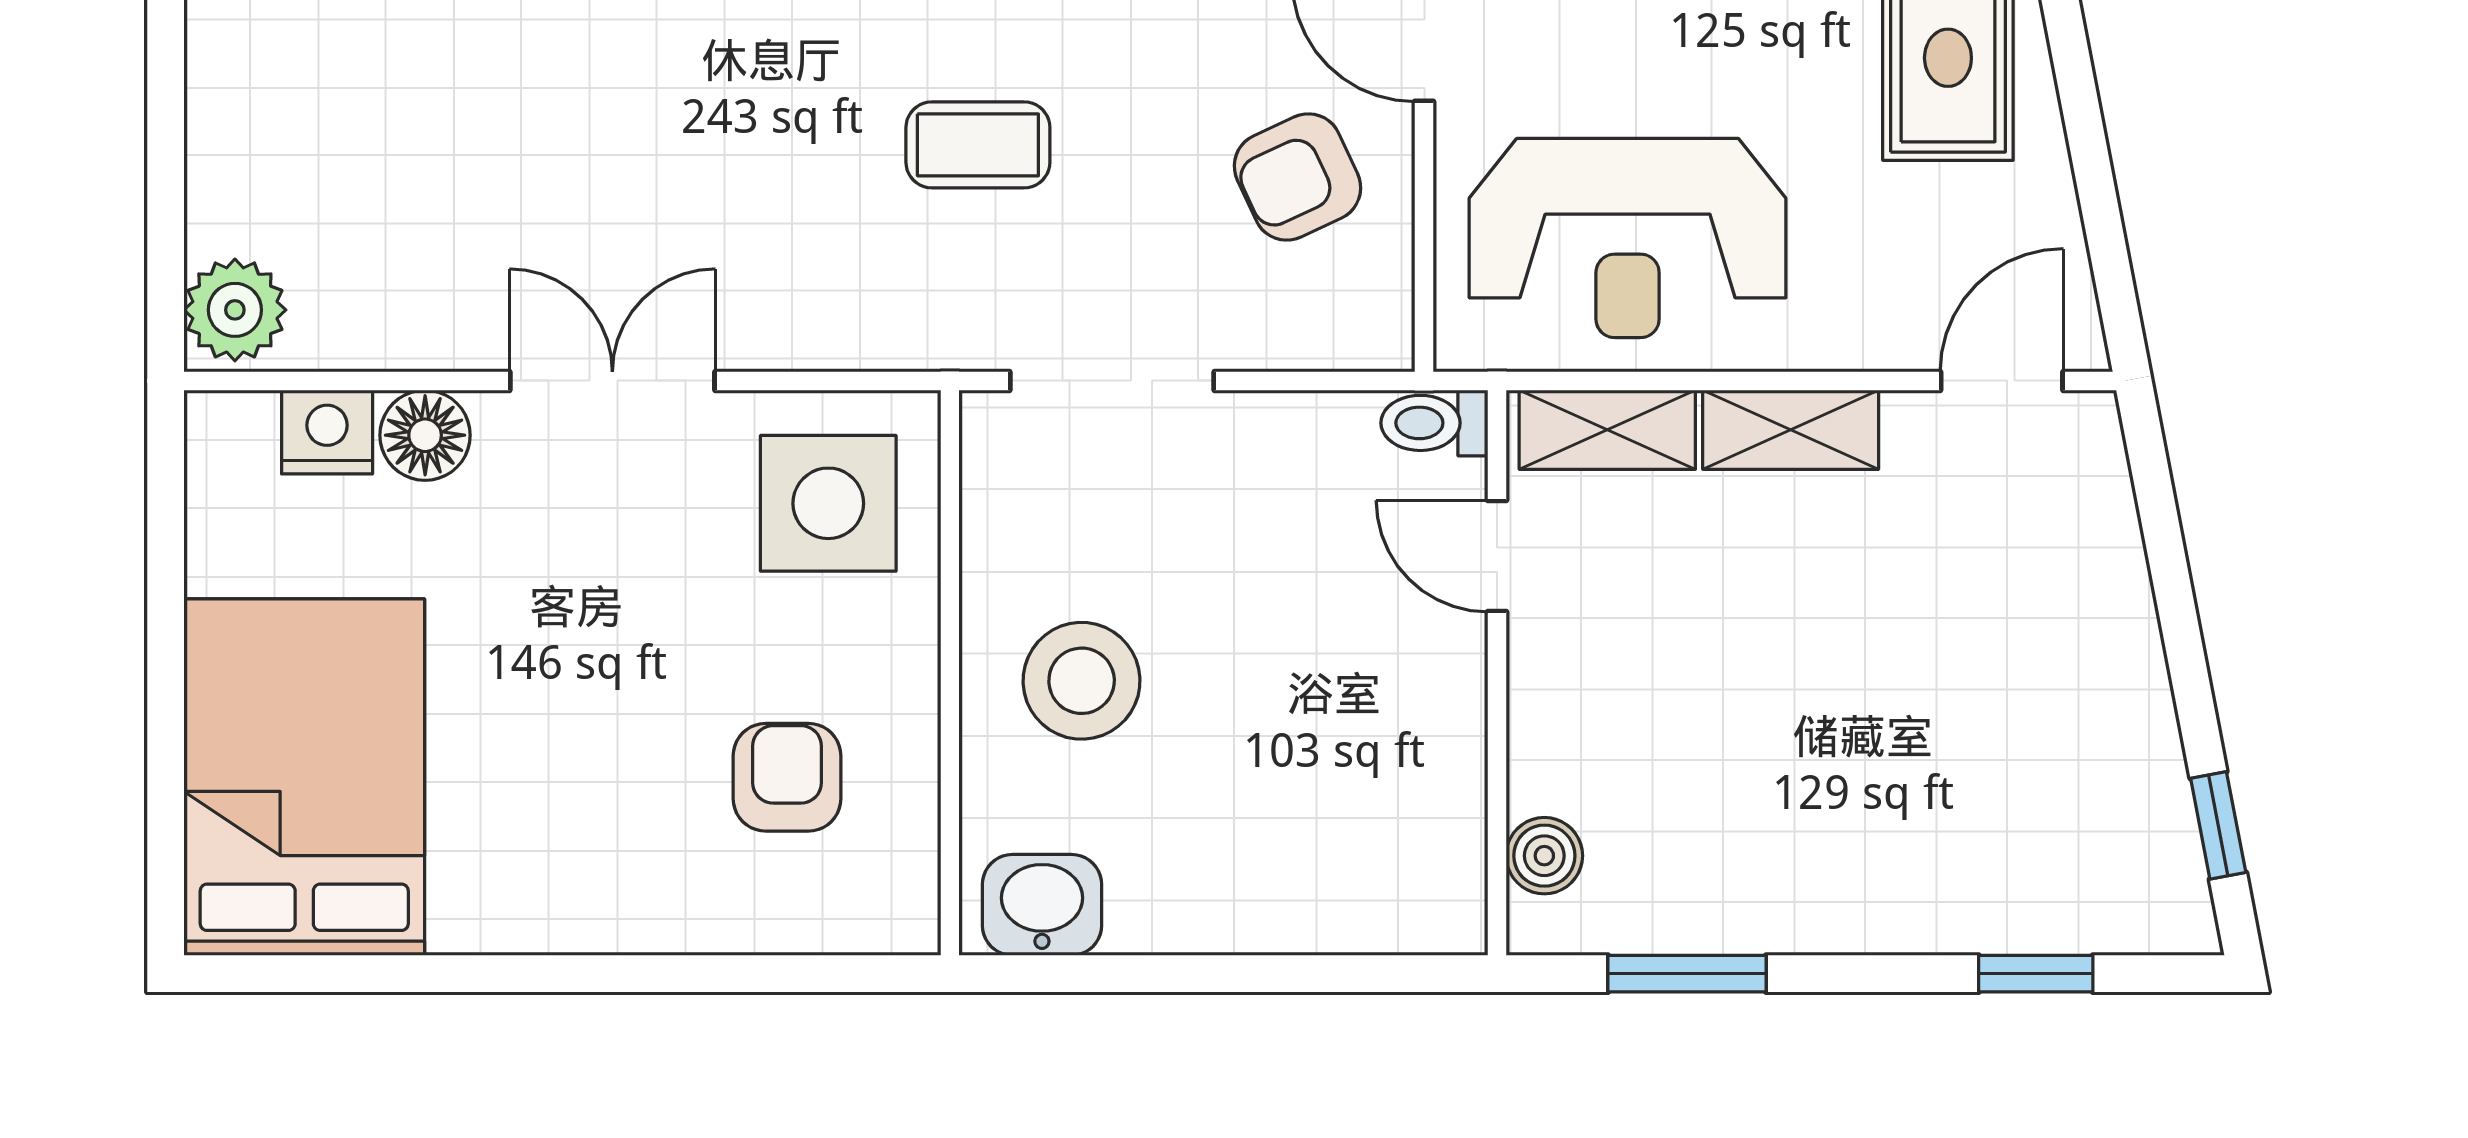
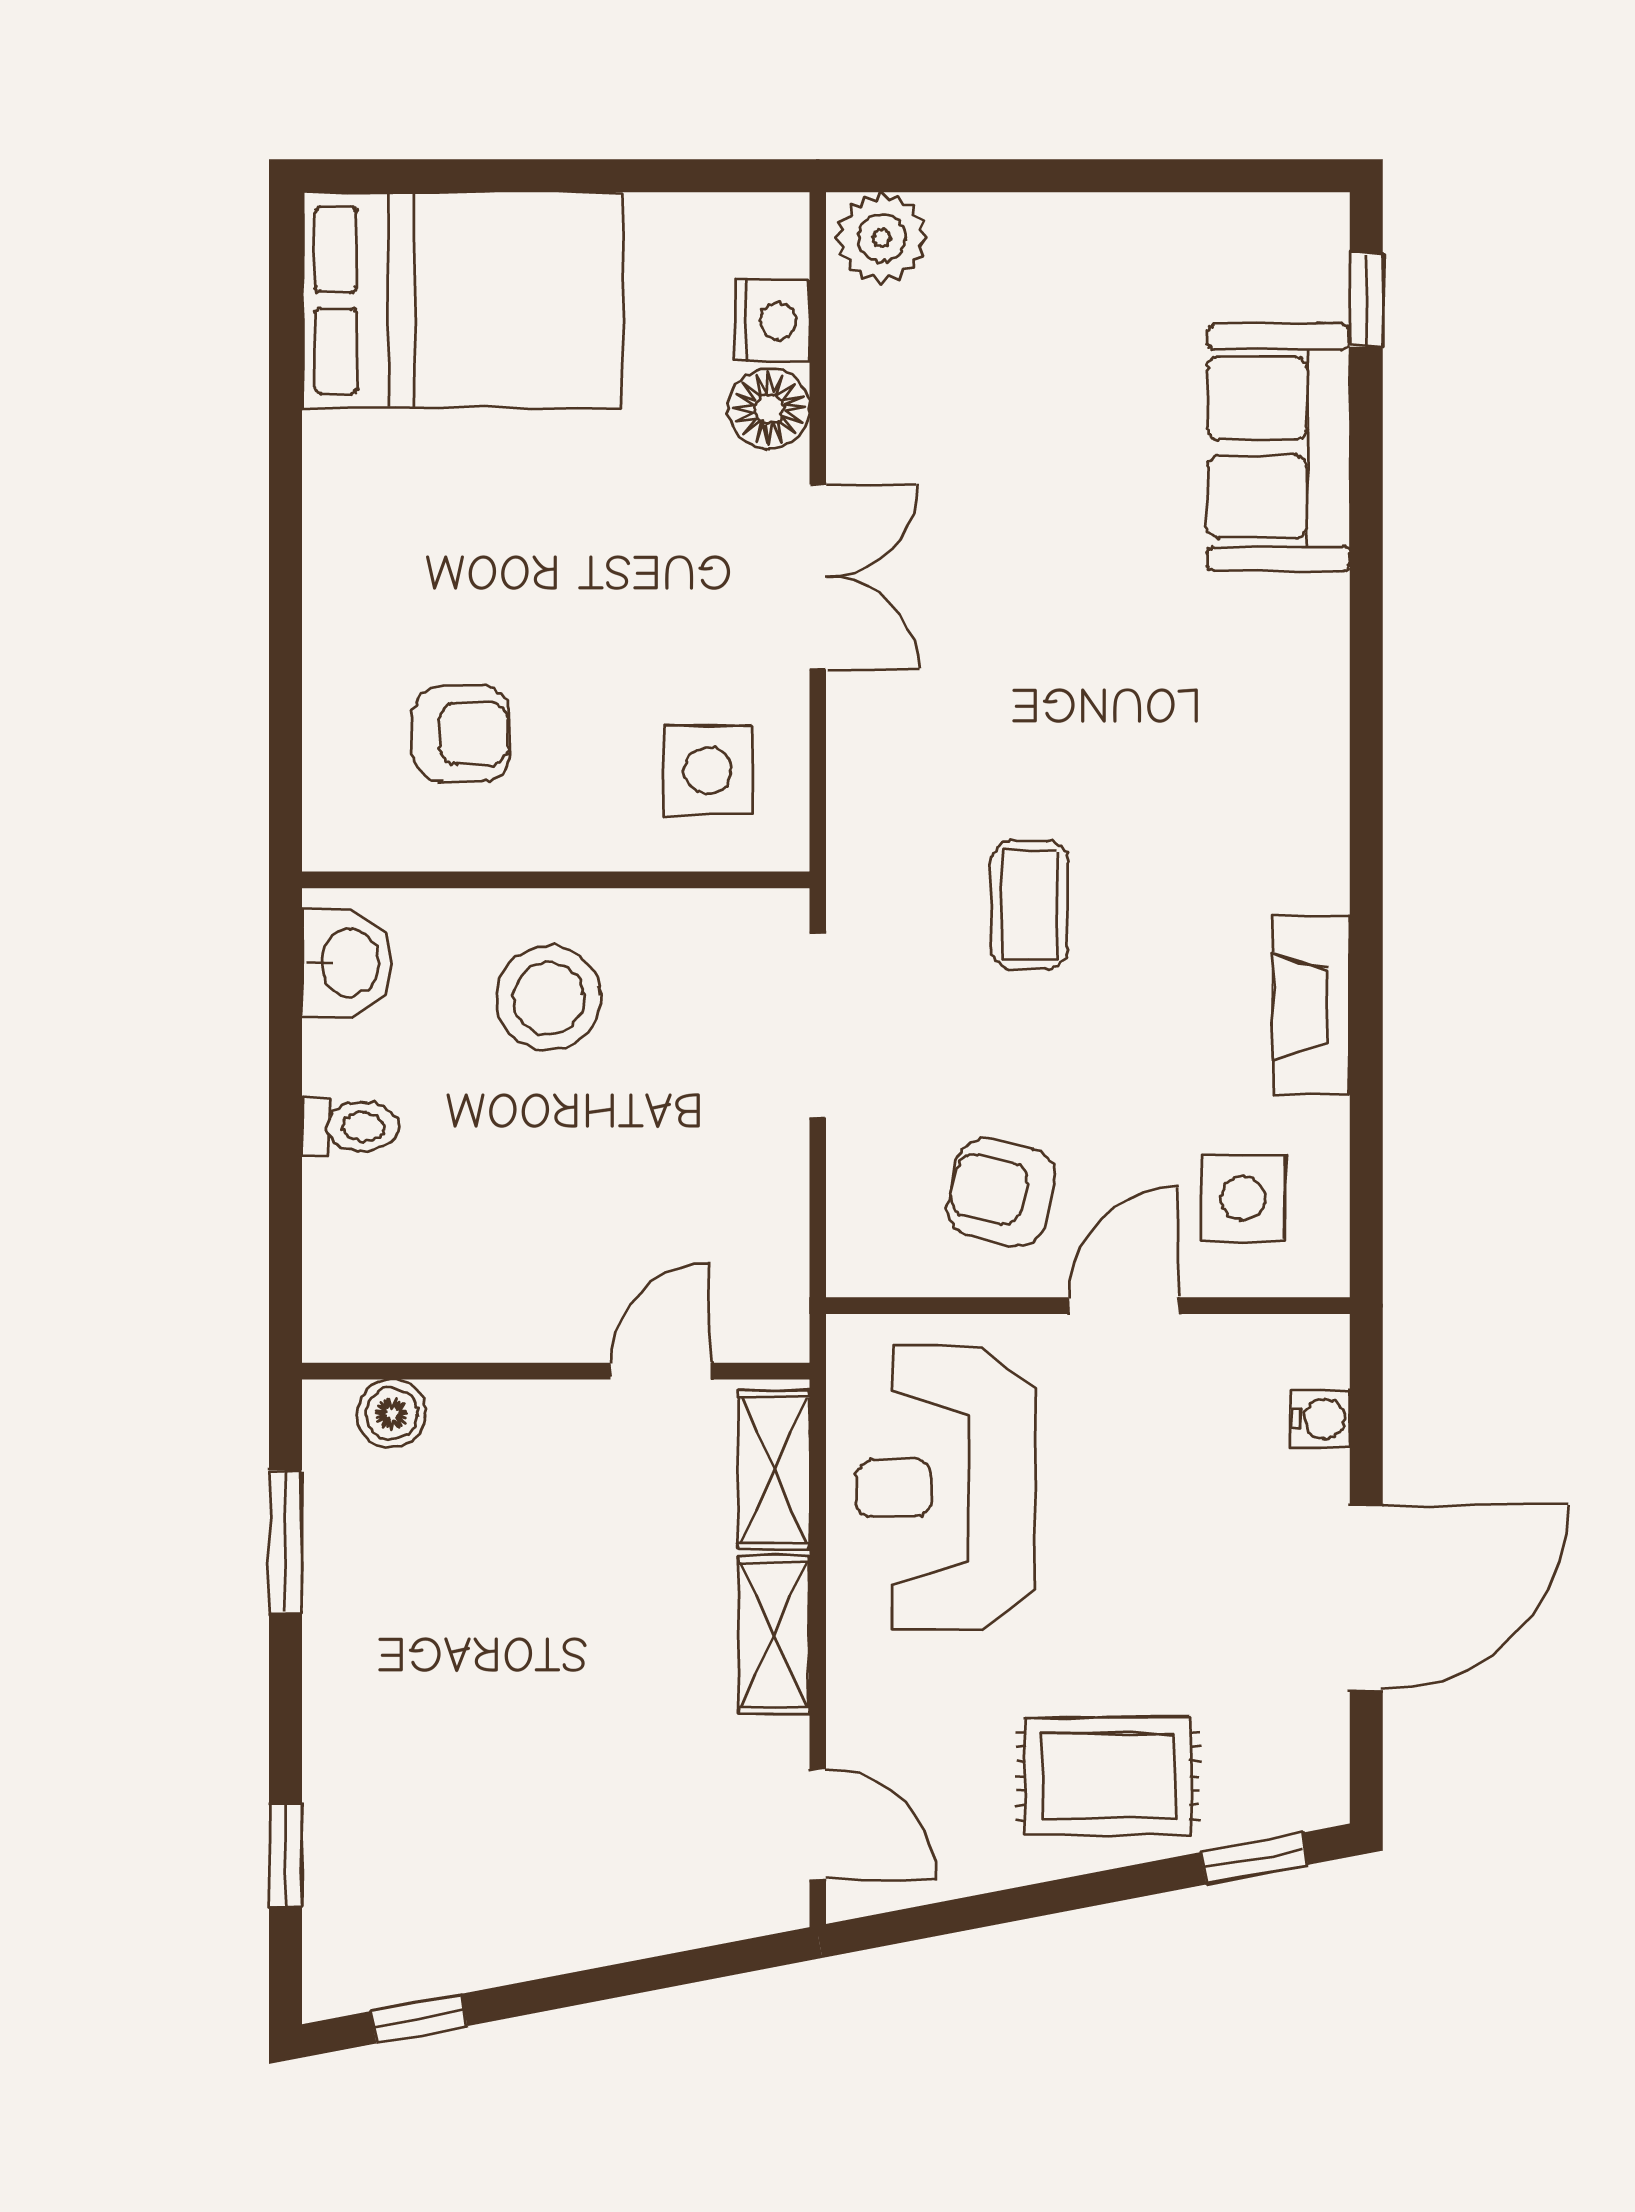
armchair: (1297, 177) -> (1001, 1192), turned -52
toilet: (1434, 423) -> (350, 1126), moved, turned 90
side table: (828, 503) -> (708, 771), width x0.73, depth x0.73

